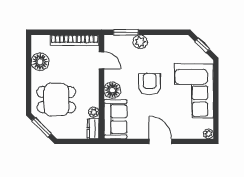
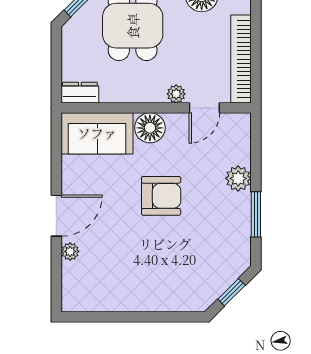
window: (126, 32) -> (256, 214), moved
corner sofa: (194, 91) -> (148, 277), removed
plant: (94, 112) -> (176, 94), moved
plant: (208, 134) -> (70, 251), moved

